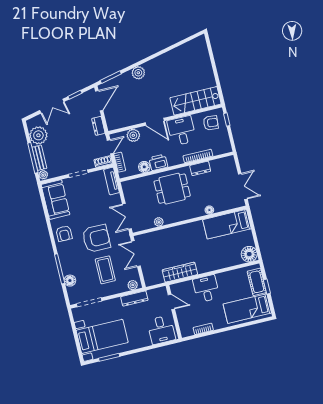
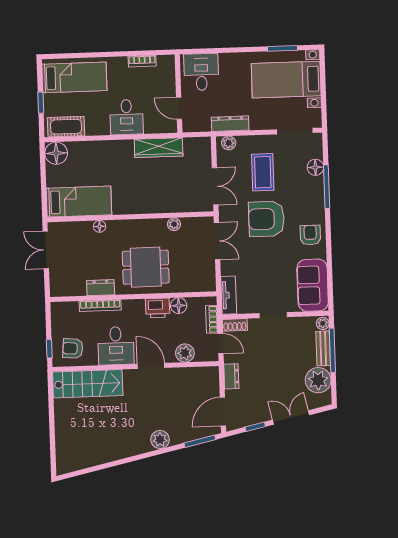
door: (110, 147) -> (221, 344), swing flipped
cot: (257, 282) -> (66, 127), moved, turned 90

